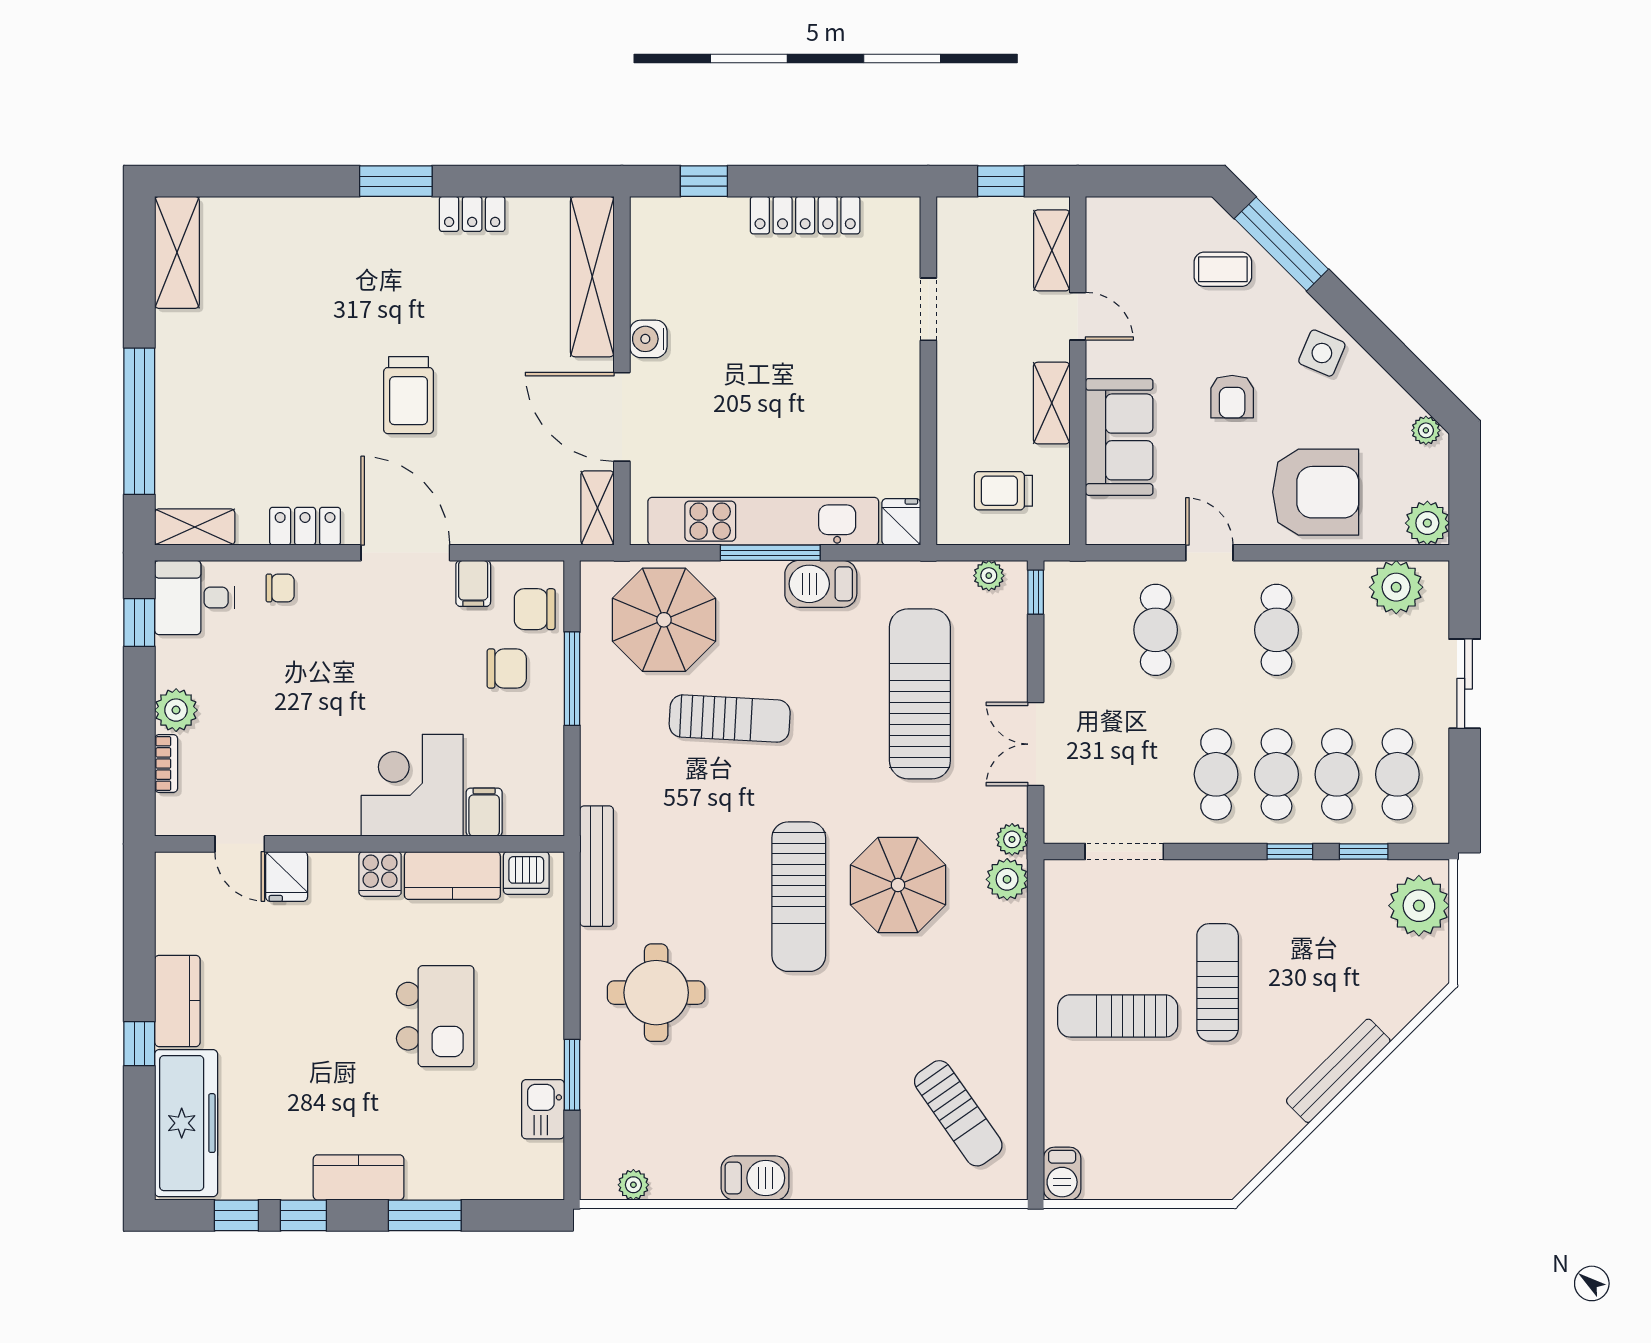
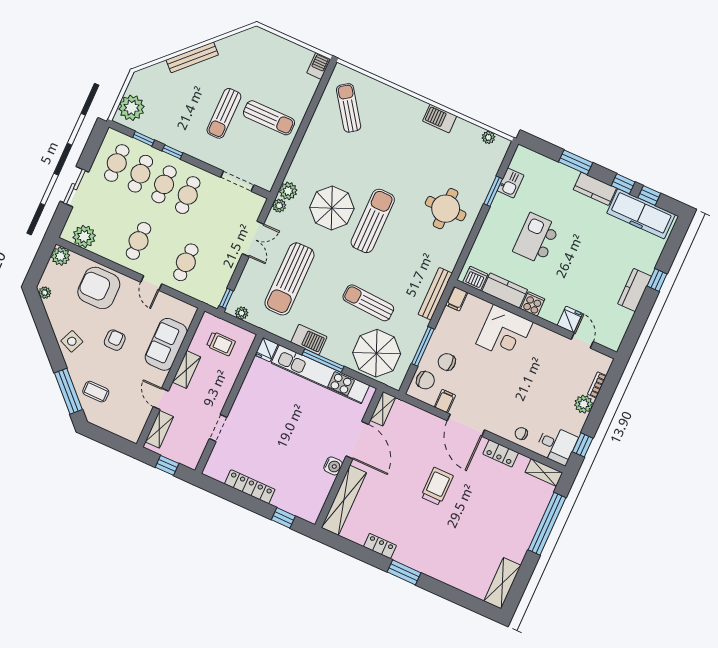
filing cabinet: (484, 812) -> (457, 299), moved
bench: (597, 866) -> (435, 294), moved
freezer: (186, 1123) -> (641, 214), moved, turned -90

